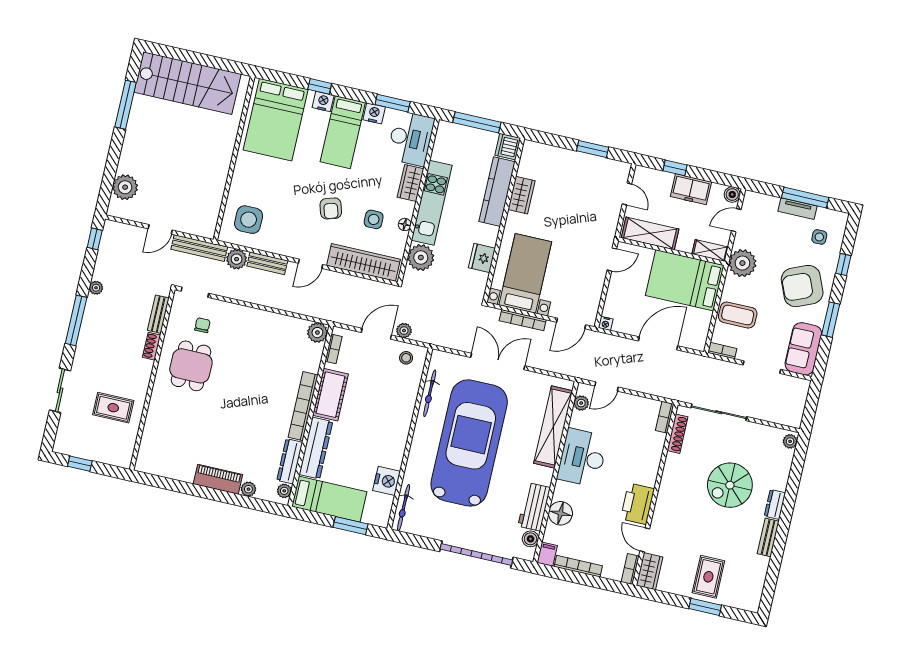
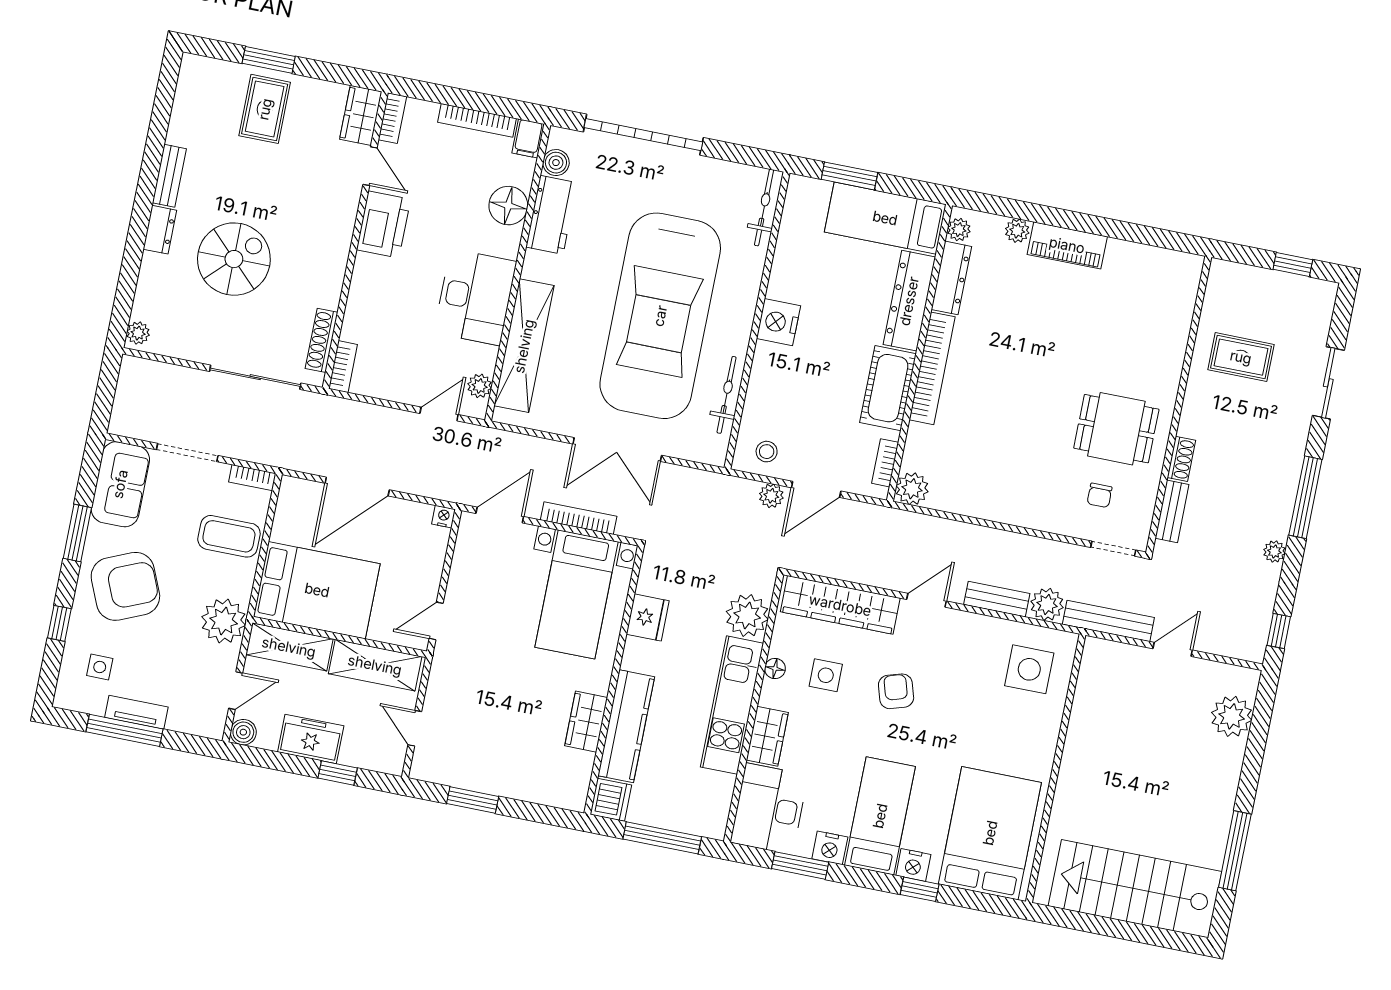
shelving: (710, 250) -> (289, 647), width x1.50, depth x1.33
dining table: (191, 366) -> (1116, 429), turned 90
nightstand: (387, 481) -> (778, 322), moved

